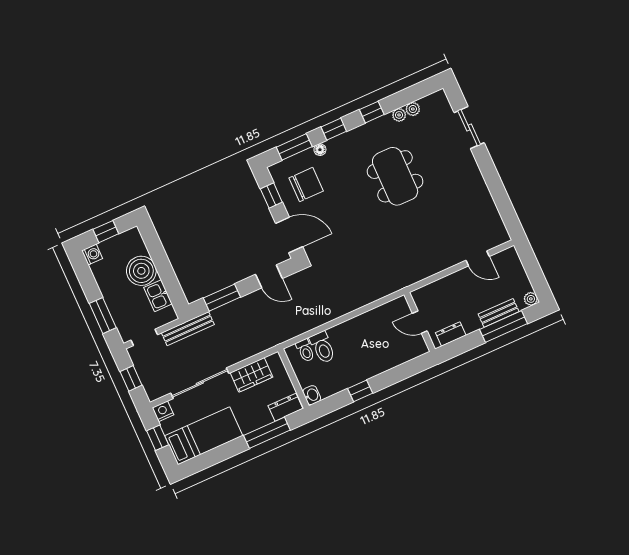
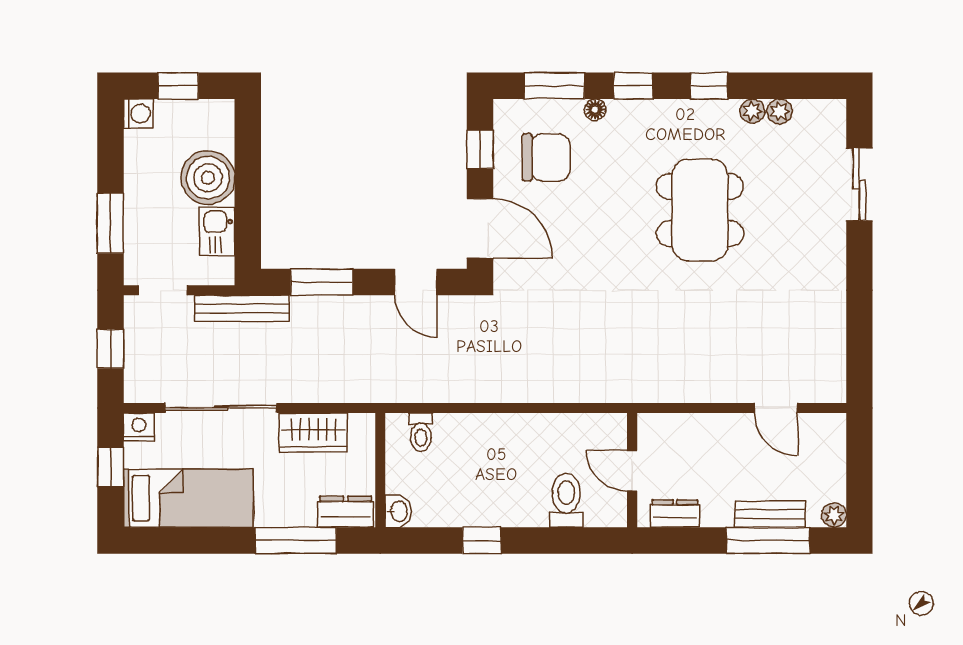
toilet: (323, 347) -> (566, 500), moved, turned 180

